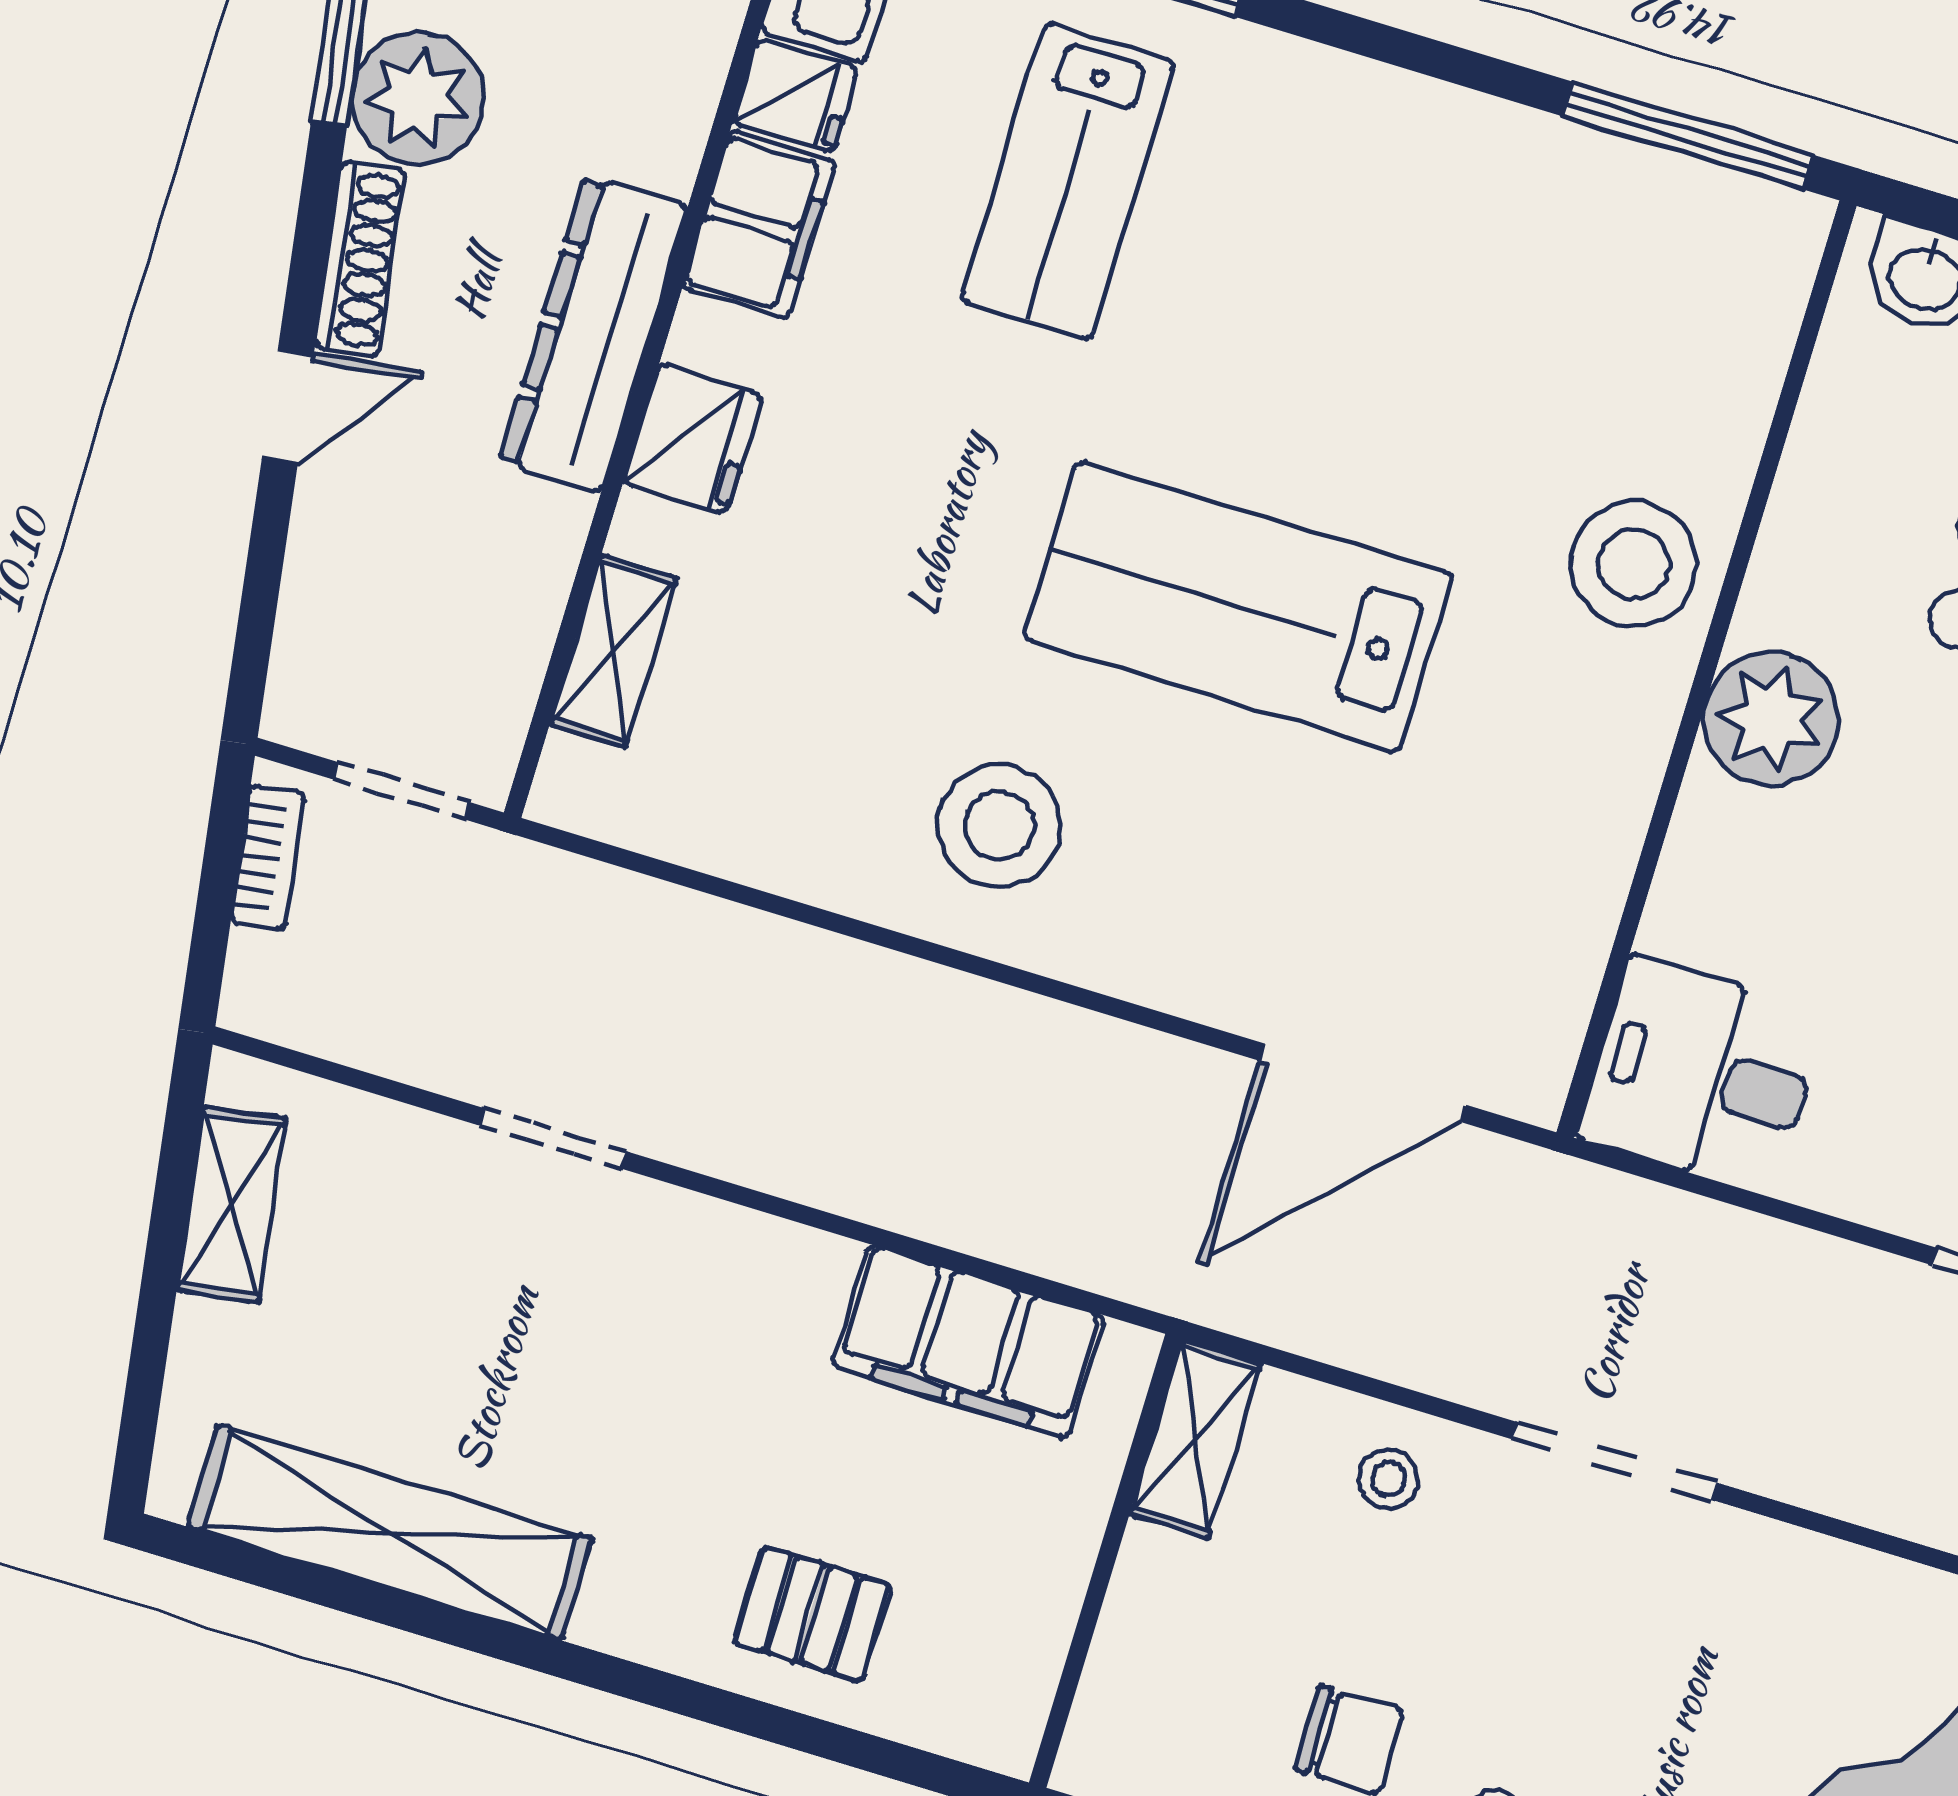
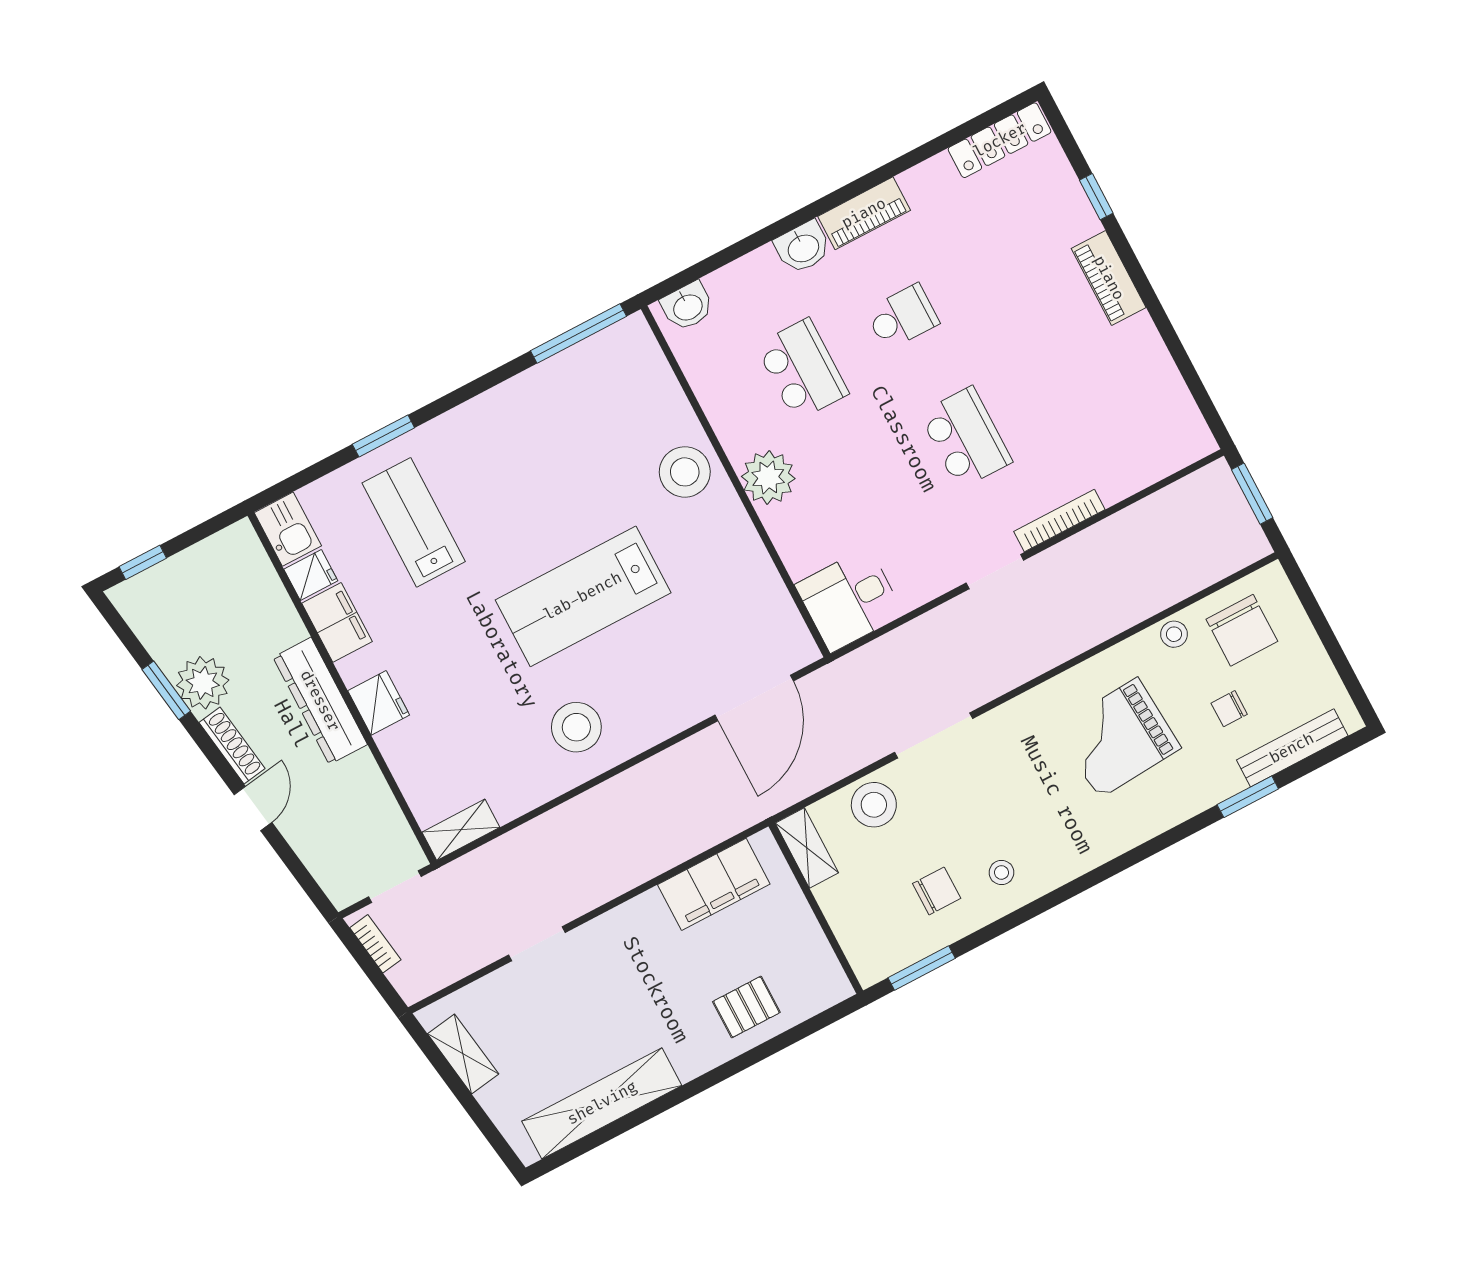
lab bench: (1068, 181) -> (414, 522), turned 180
shelving: (613, 651) -> (461, 830), moved, turned 90
stool: (1388, 1479) -> (874, 805), width x1.89, depth x1.89

